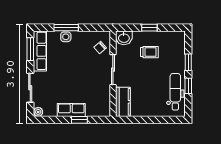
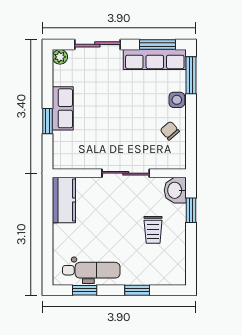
window: (66, 28) -> (191, 75), moved
window: (149, 28) -> (191, 210), moved
chair: (100, 48) -> (170, 131), moved
window: (188, 86) -> (85, 290), moved
kitchen counter: (123, 102) -> (64, 200), moved, turned -90

